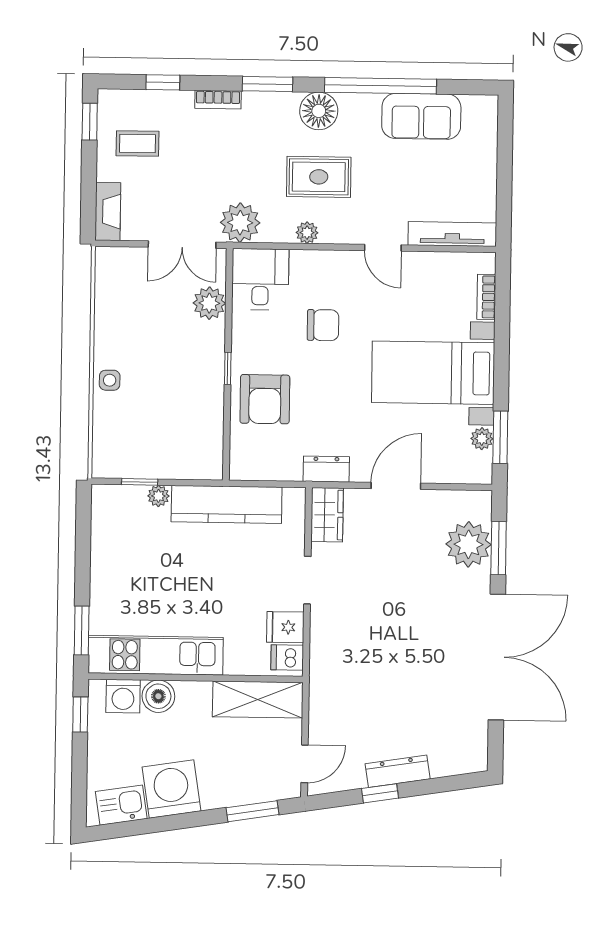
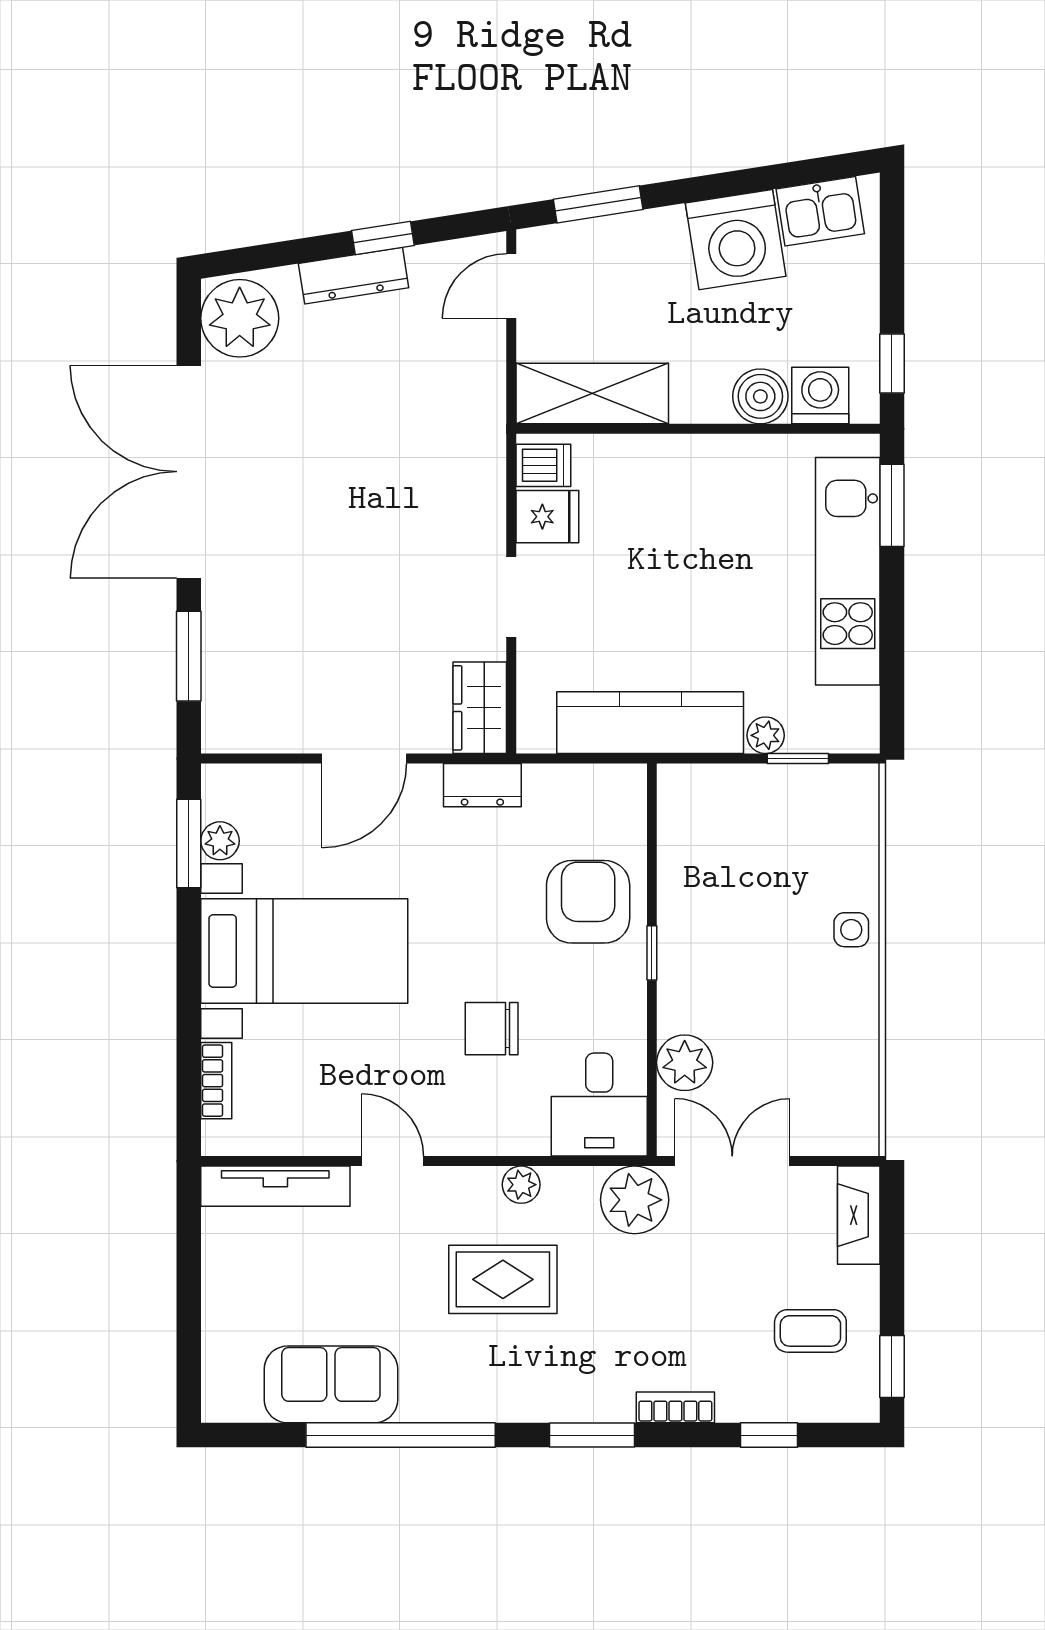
floor lamp: (319, 111) -> (505, 1391), removed
plant: (469, 544) -> (240, 318), moved
kitchen unit: (156, 655) -> (848, 571), moved, turned 90

